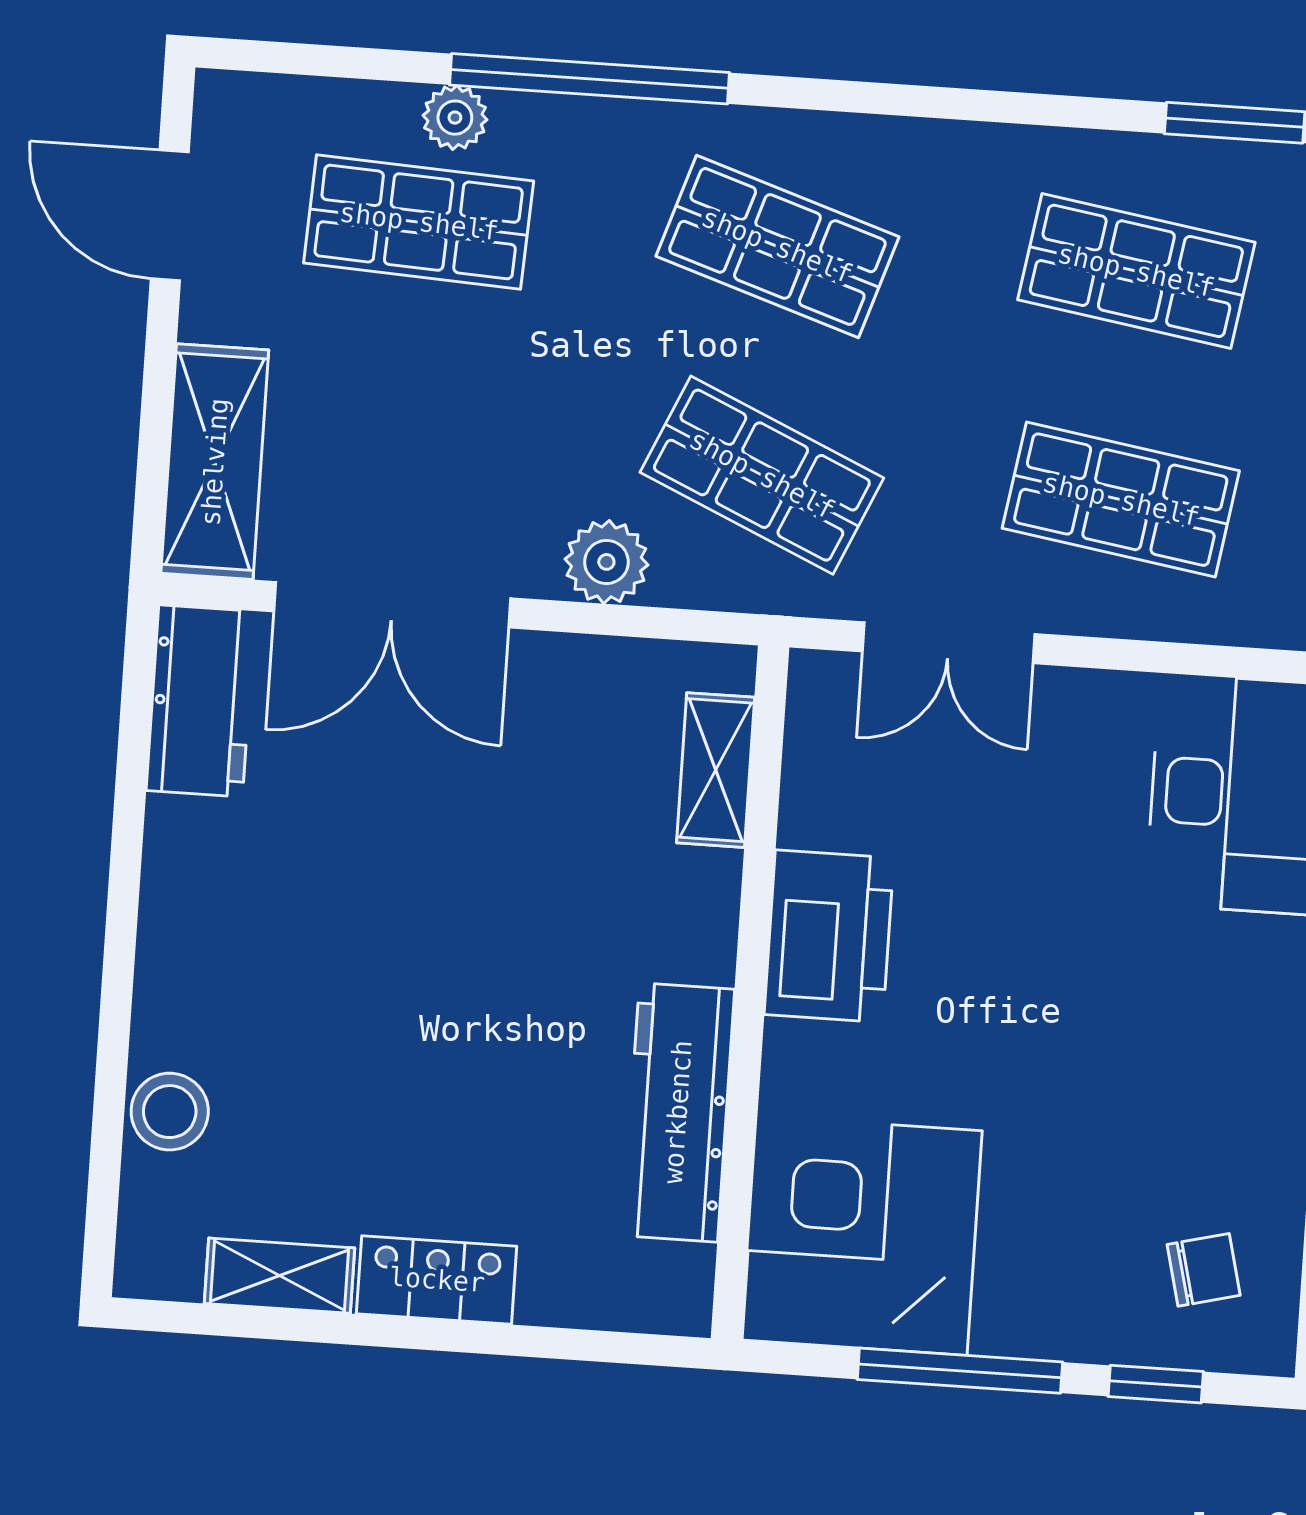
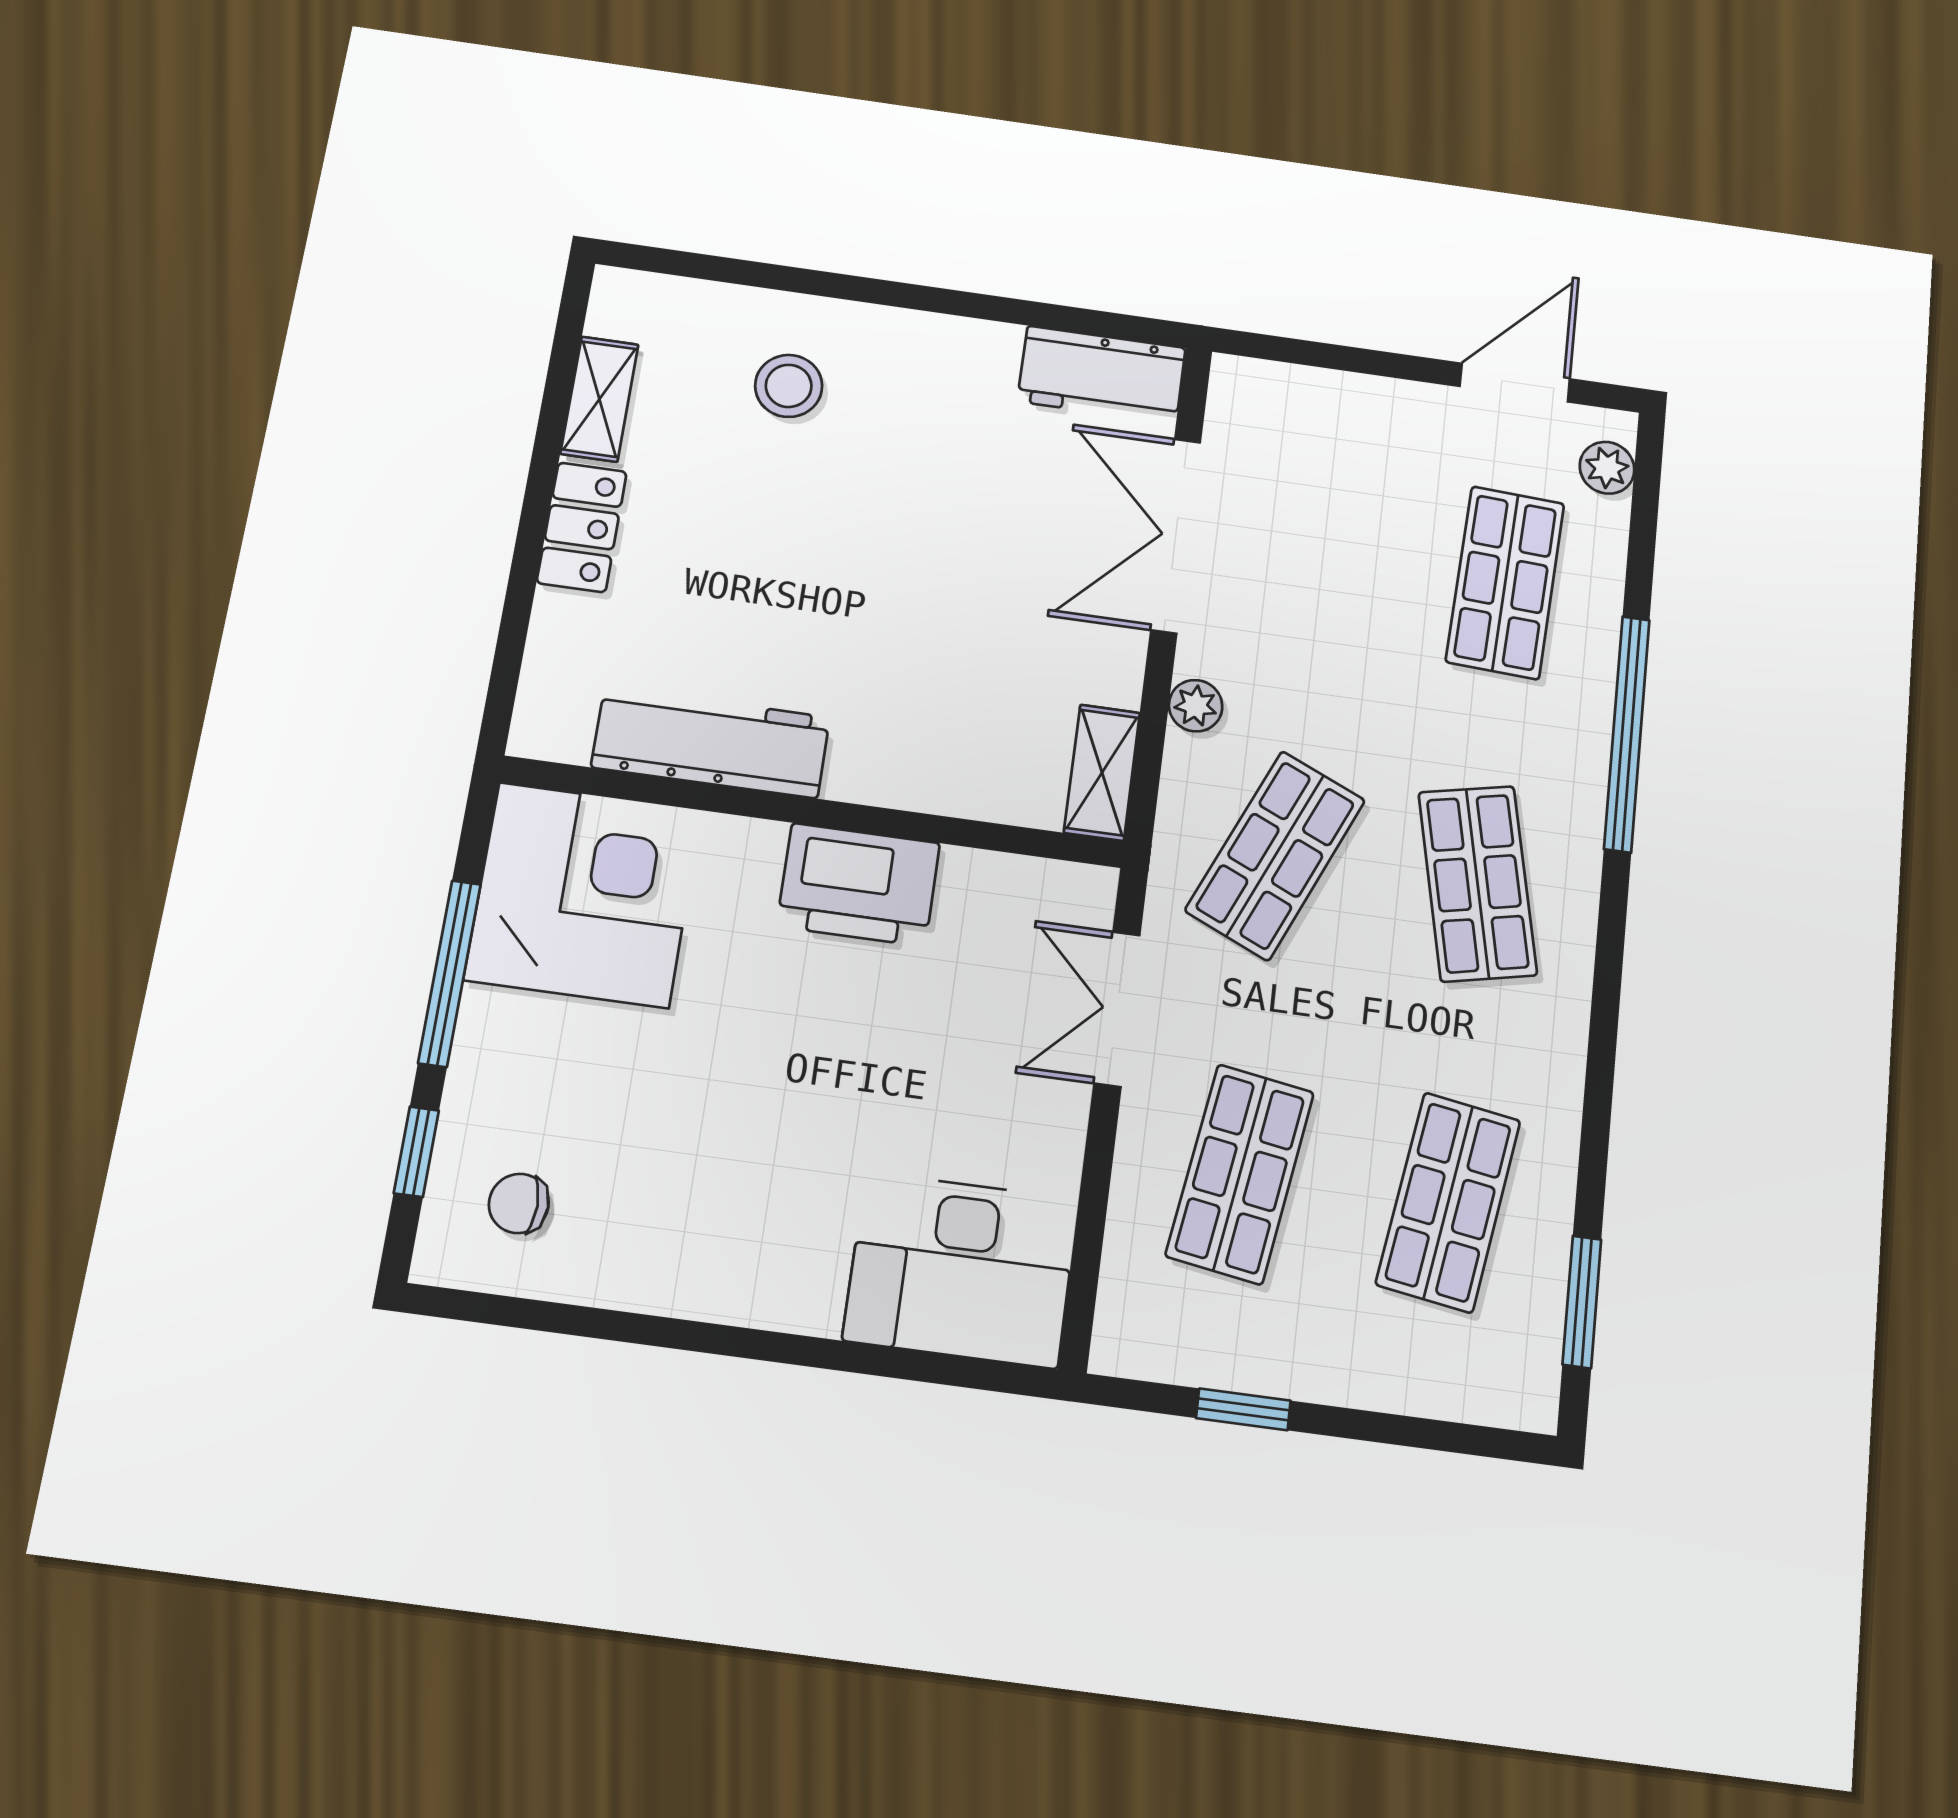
plant: (455, 118) -> (1607, 468), moved
shop shelf: (777, 246) -> (1478, 883), turned -30
shelving: (215, 462) -> (1305, 402), removed
plant: (606, 562) -> (1196, 706), width x0.73, depth x0.73
shelving: (716, 770) -> (1102, 773), moved, turned 90
stool: (170, 1112) -> (789, 386), moved
chair: (1204, 1270) -> (519, 1203), turned 104

